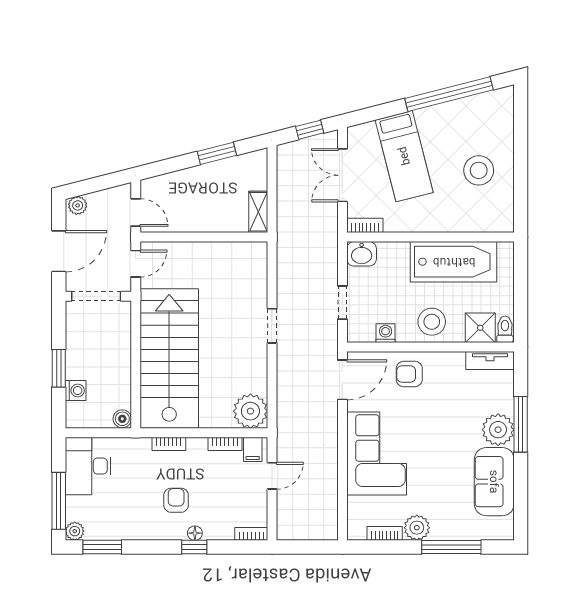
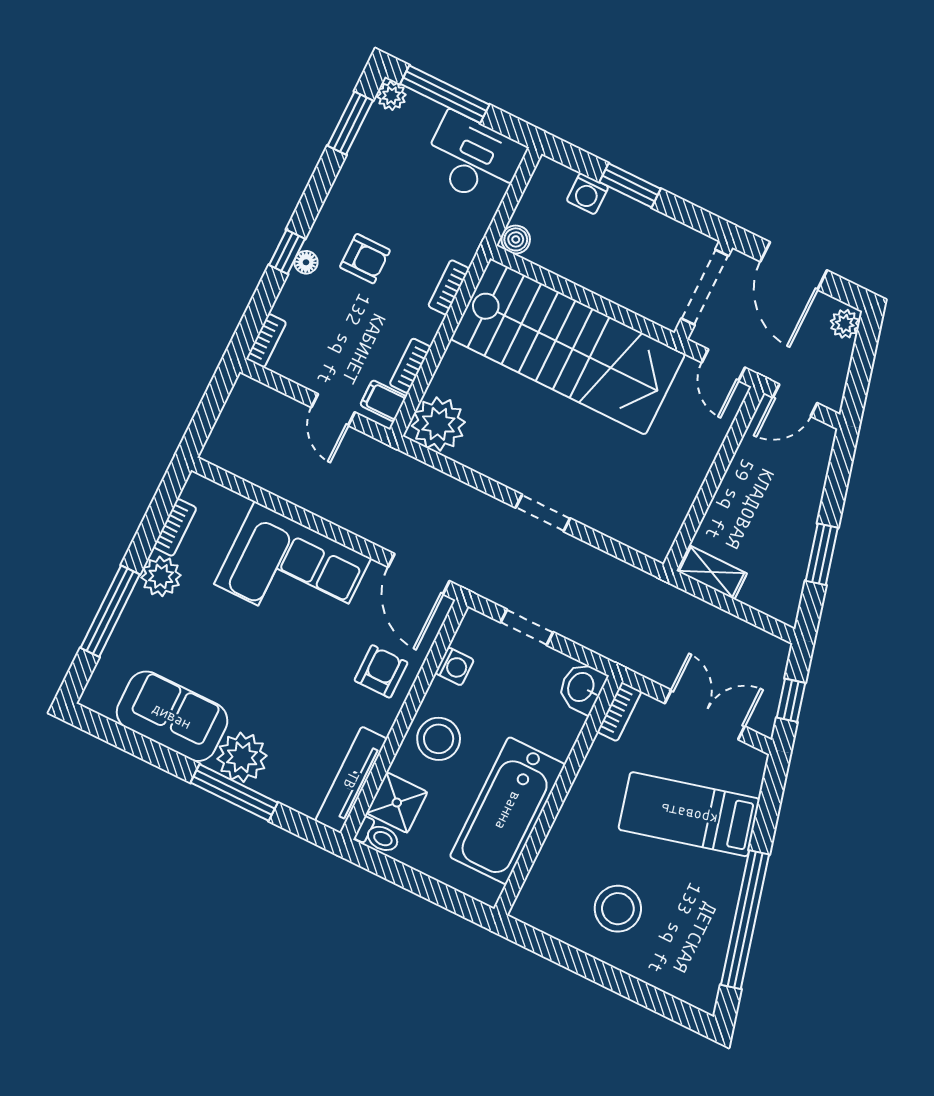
tv unit: (490, 361) -> (351, 780), width x1.41

